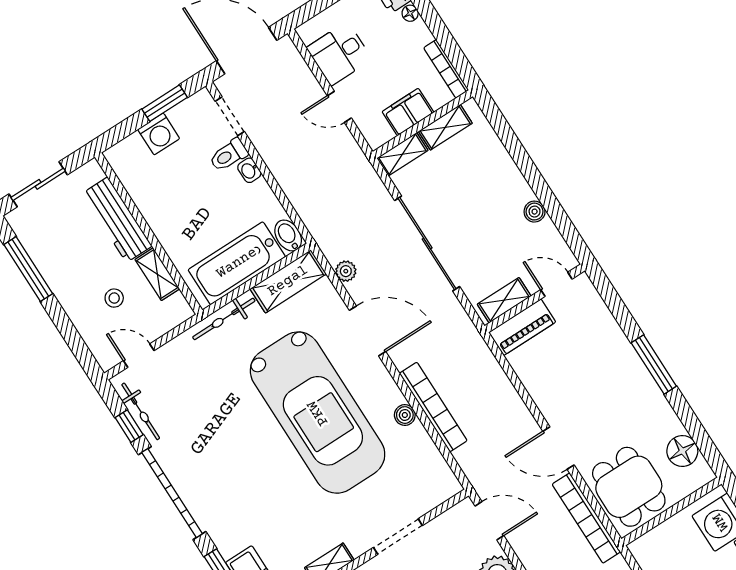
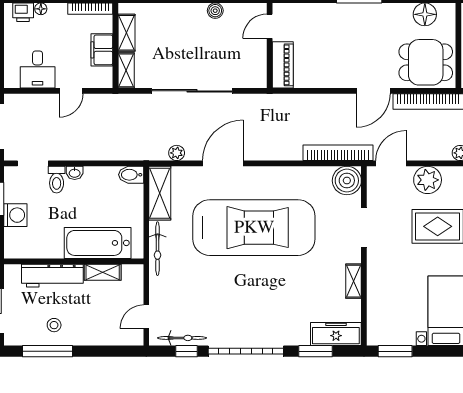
bathtub: (237, 263) -> (98, 243), moved, turned 90
stool: (114, 298) -> (54, 325), moved
shelving: (504, 300) -> (259, 65), removed
bookcase: (433, 407) -> (338, 153), moved
boiler: (405, 415) -> (347, 181), moved, width x1.86, depth x1.86

